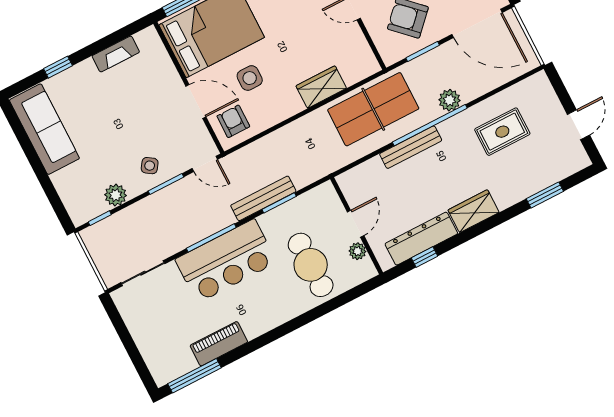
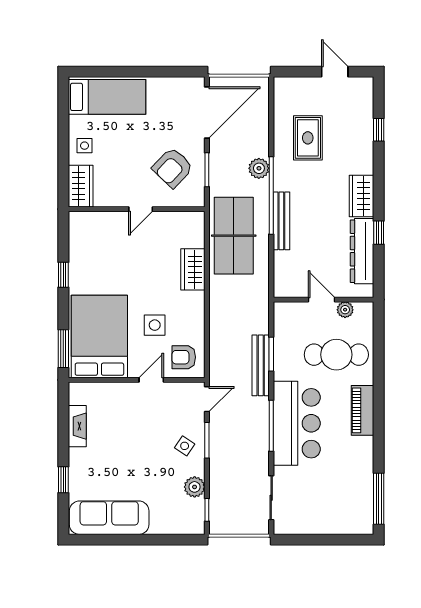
door: (196, 102) -> (151, 380), width x0.73
window: (545, 195) -> (379, 130), width x0.67
window: (425, 257) -> (379, 233), moved
piano: (219, 344) -> (363, 410), moved

